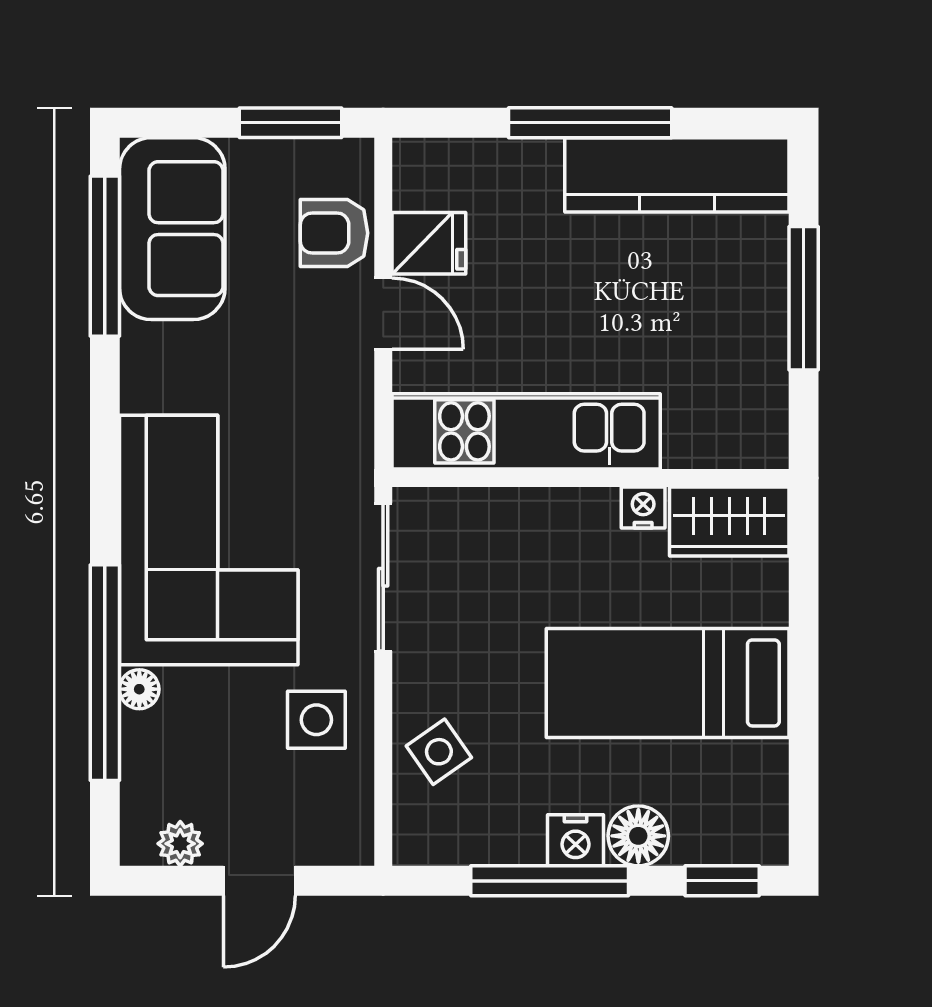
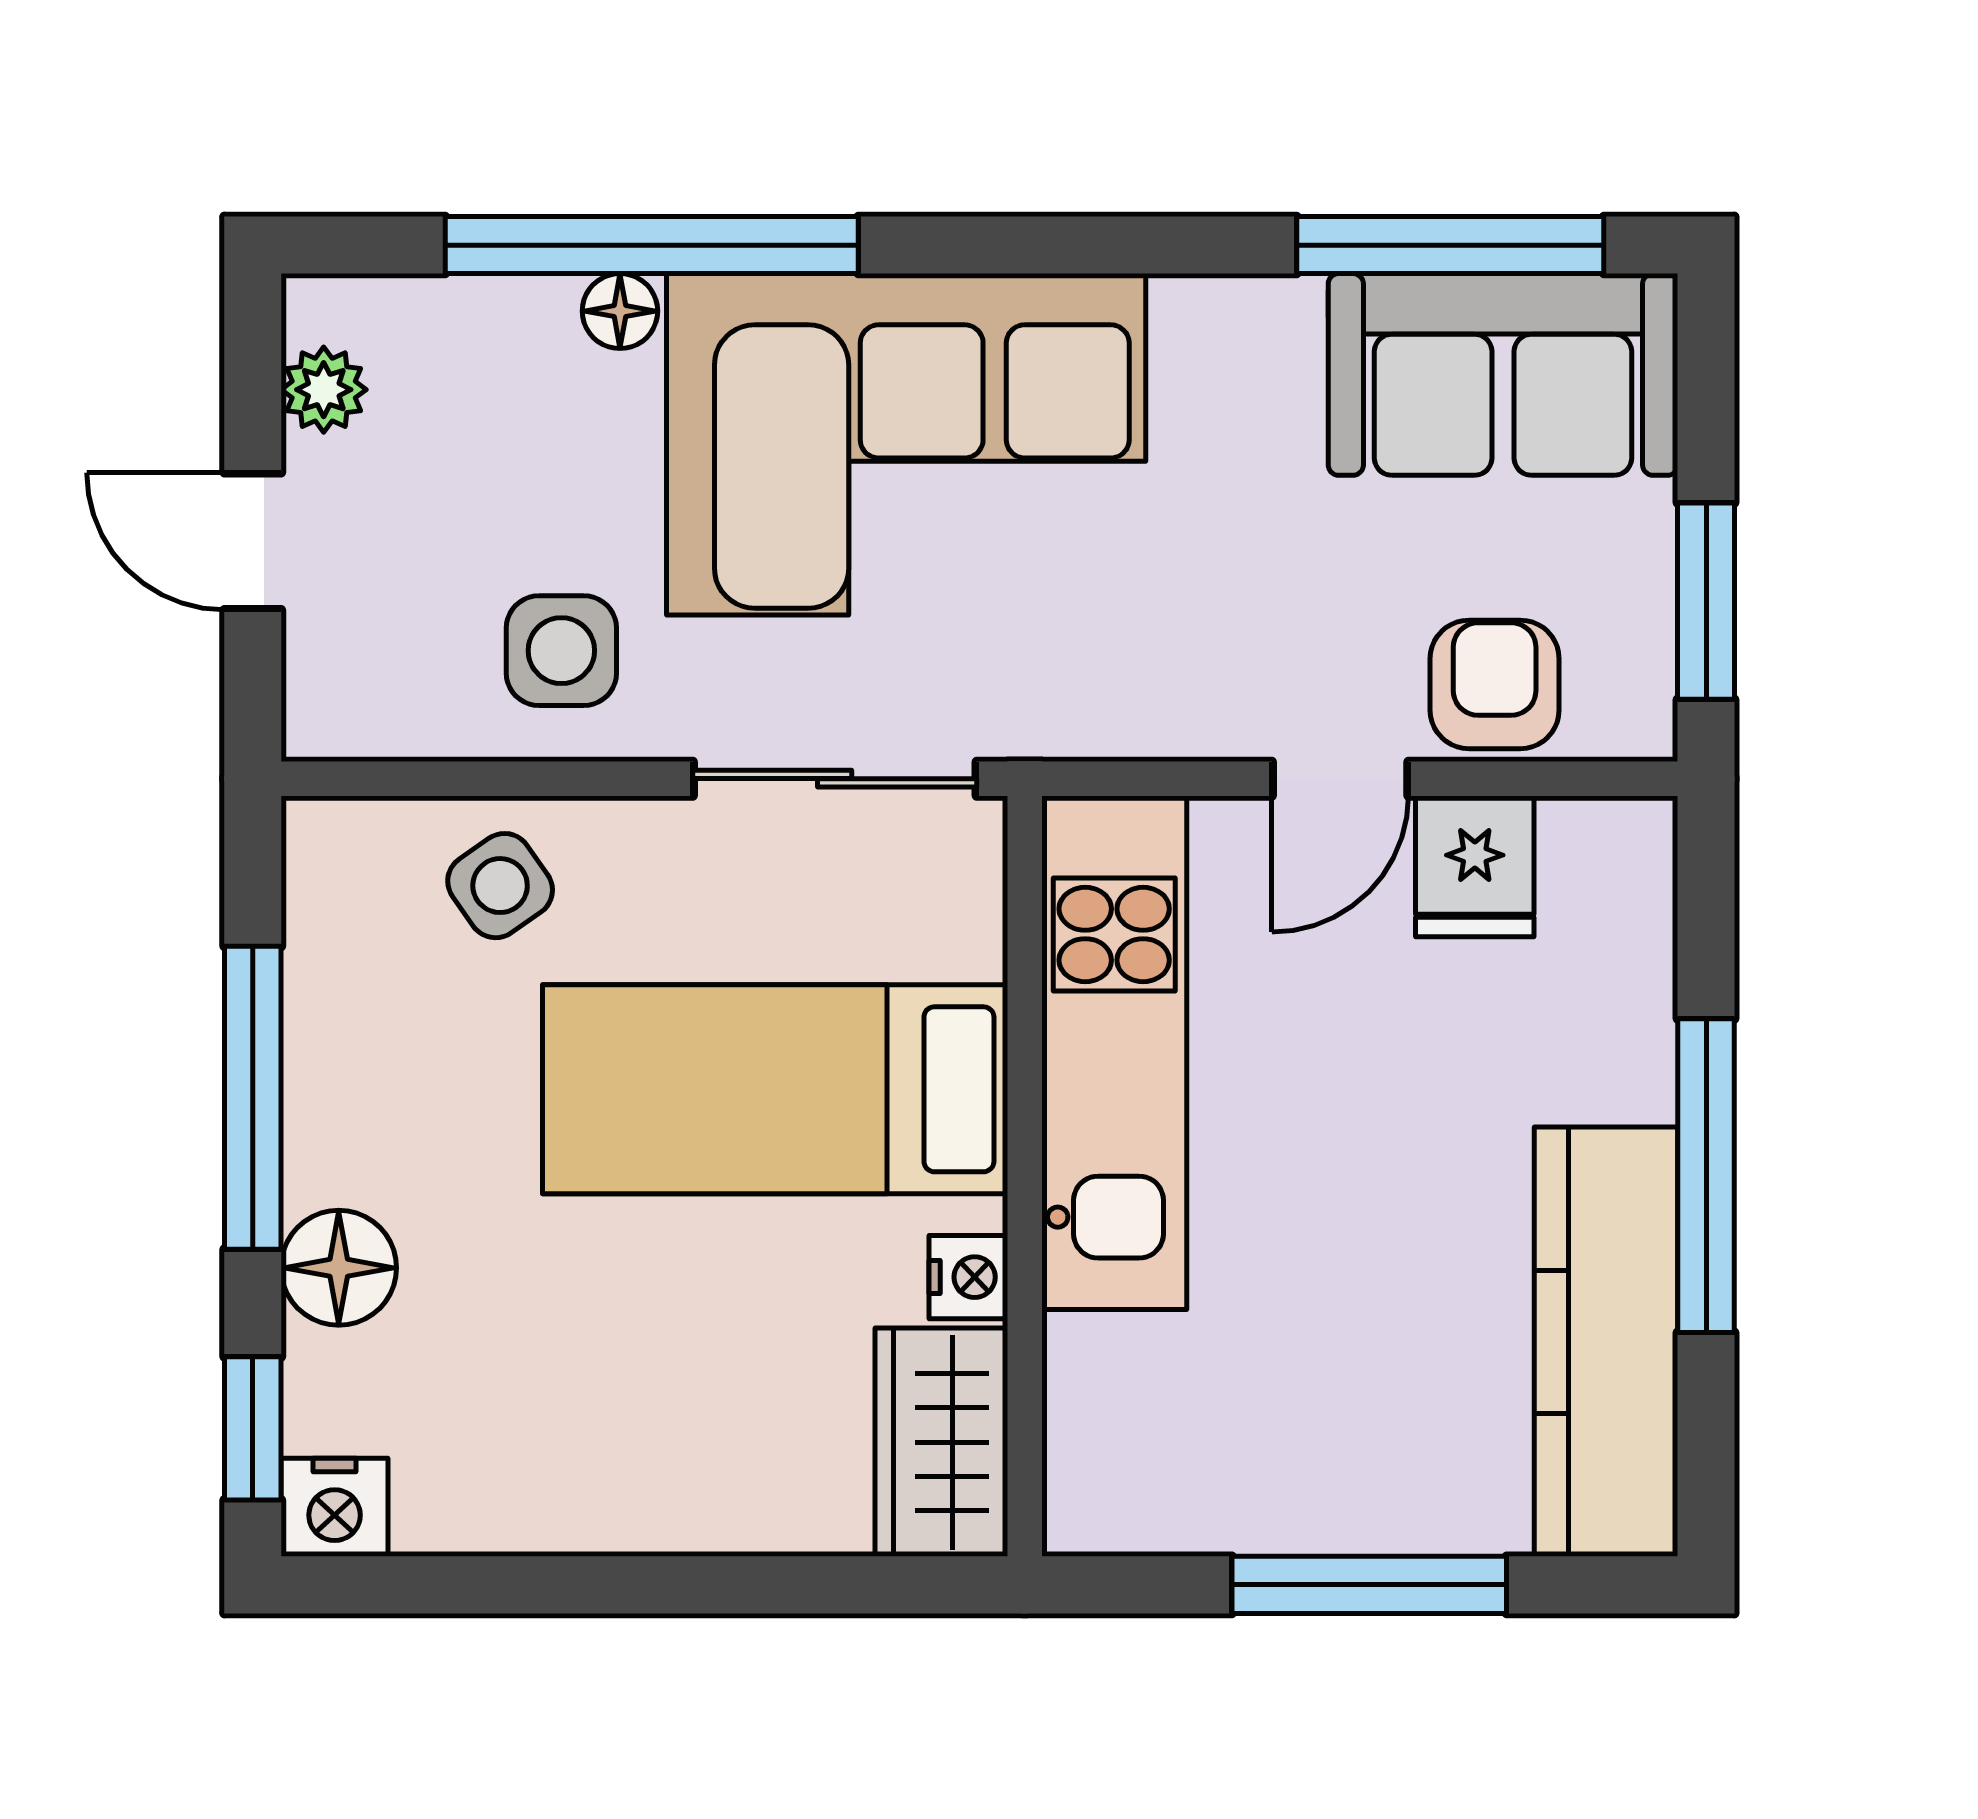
bed: (668, 683) -> (775, 1089), moved, turned -90
nightstand: (576, 840) -> (335, 1507), moved, turned -90

